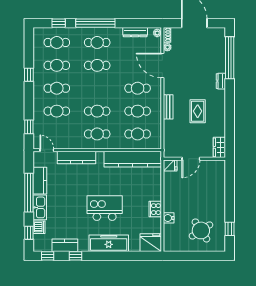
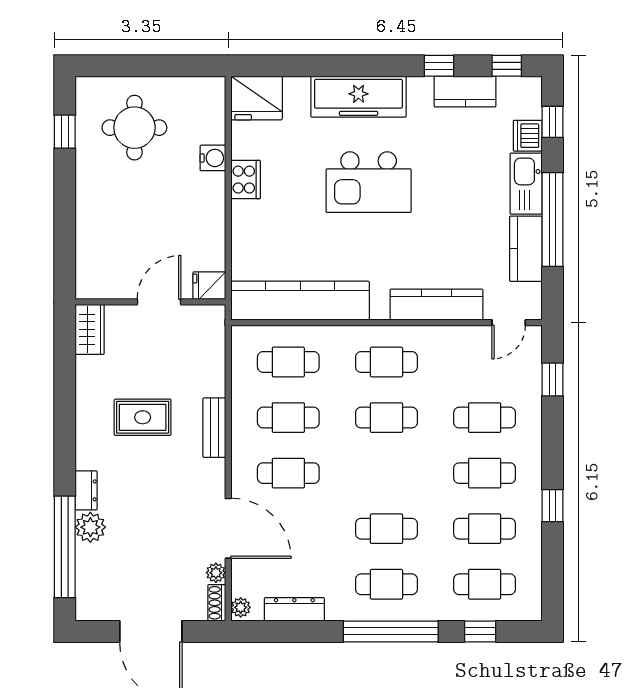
plant: (219, 66) -> (90, 527), added
rug: (198, 111) -> (143, 417), turned 90
door: (47, 150) -> (509, 323), hinge flipped
round table: (201, 230) -> (134, 128), turned 33

